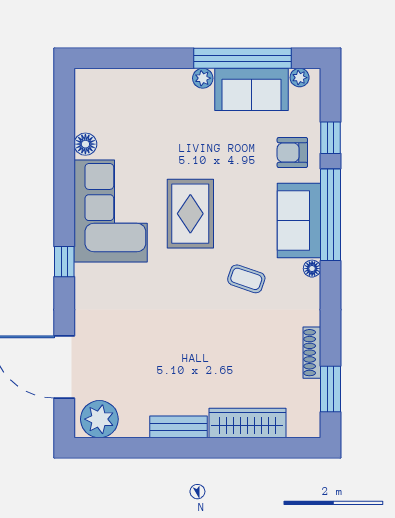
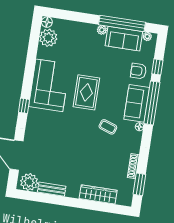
plant: (93, 112) -> (48, 38), added
floor lamp: (85, 144) -> (47, 22), moved
bench: (178, 427) -> (52, 189), moved

